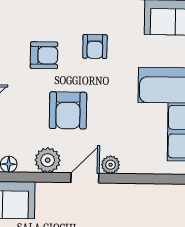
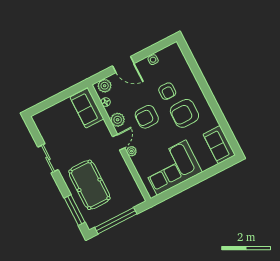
armchair: (95, 46) -> (184, 113), width x1.88, depth x1.88
door: (85, 178) -> (119, 142), hinge flipped

